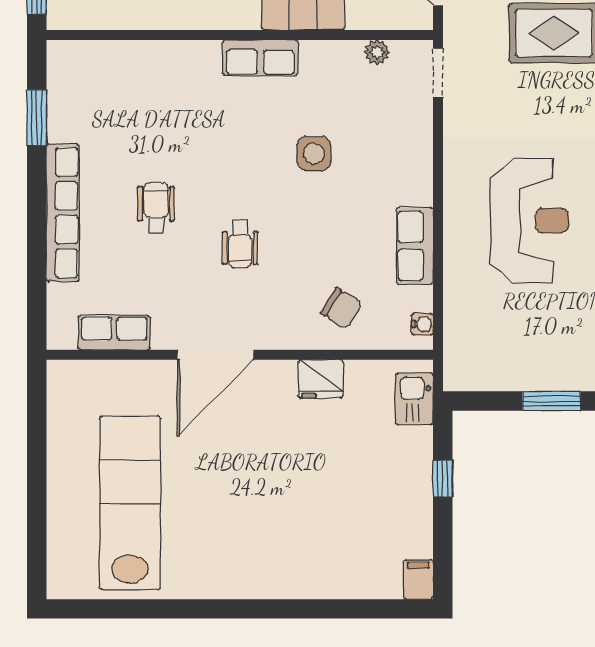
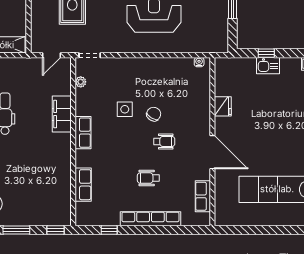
window: (37, 118) -> (109, 230), width x0.67
row of seats: (415, 246) -> (83, 185), moved, turned -90
chair: (341, 308) -> (154, 114), moved
kitchen sink: (414, 399) -> (268, 66), moved

